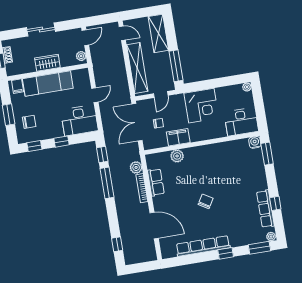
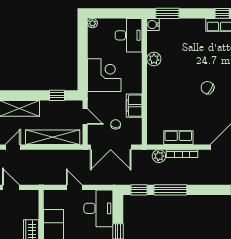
plant: (81, 56) -> (30, 195), removed
window: (176, 66) -> (57, 95), width x0.46
plant: (177, 156) -> (154, 59), moved

